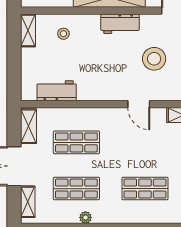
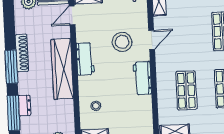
stool: (154, 59) -> (122, 42), moved
workbench: (57, 91) -> (142, 78), moved

